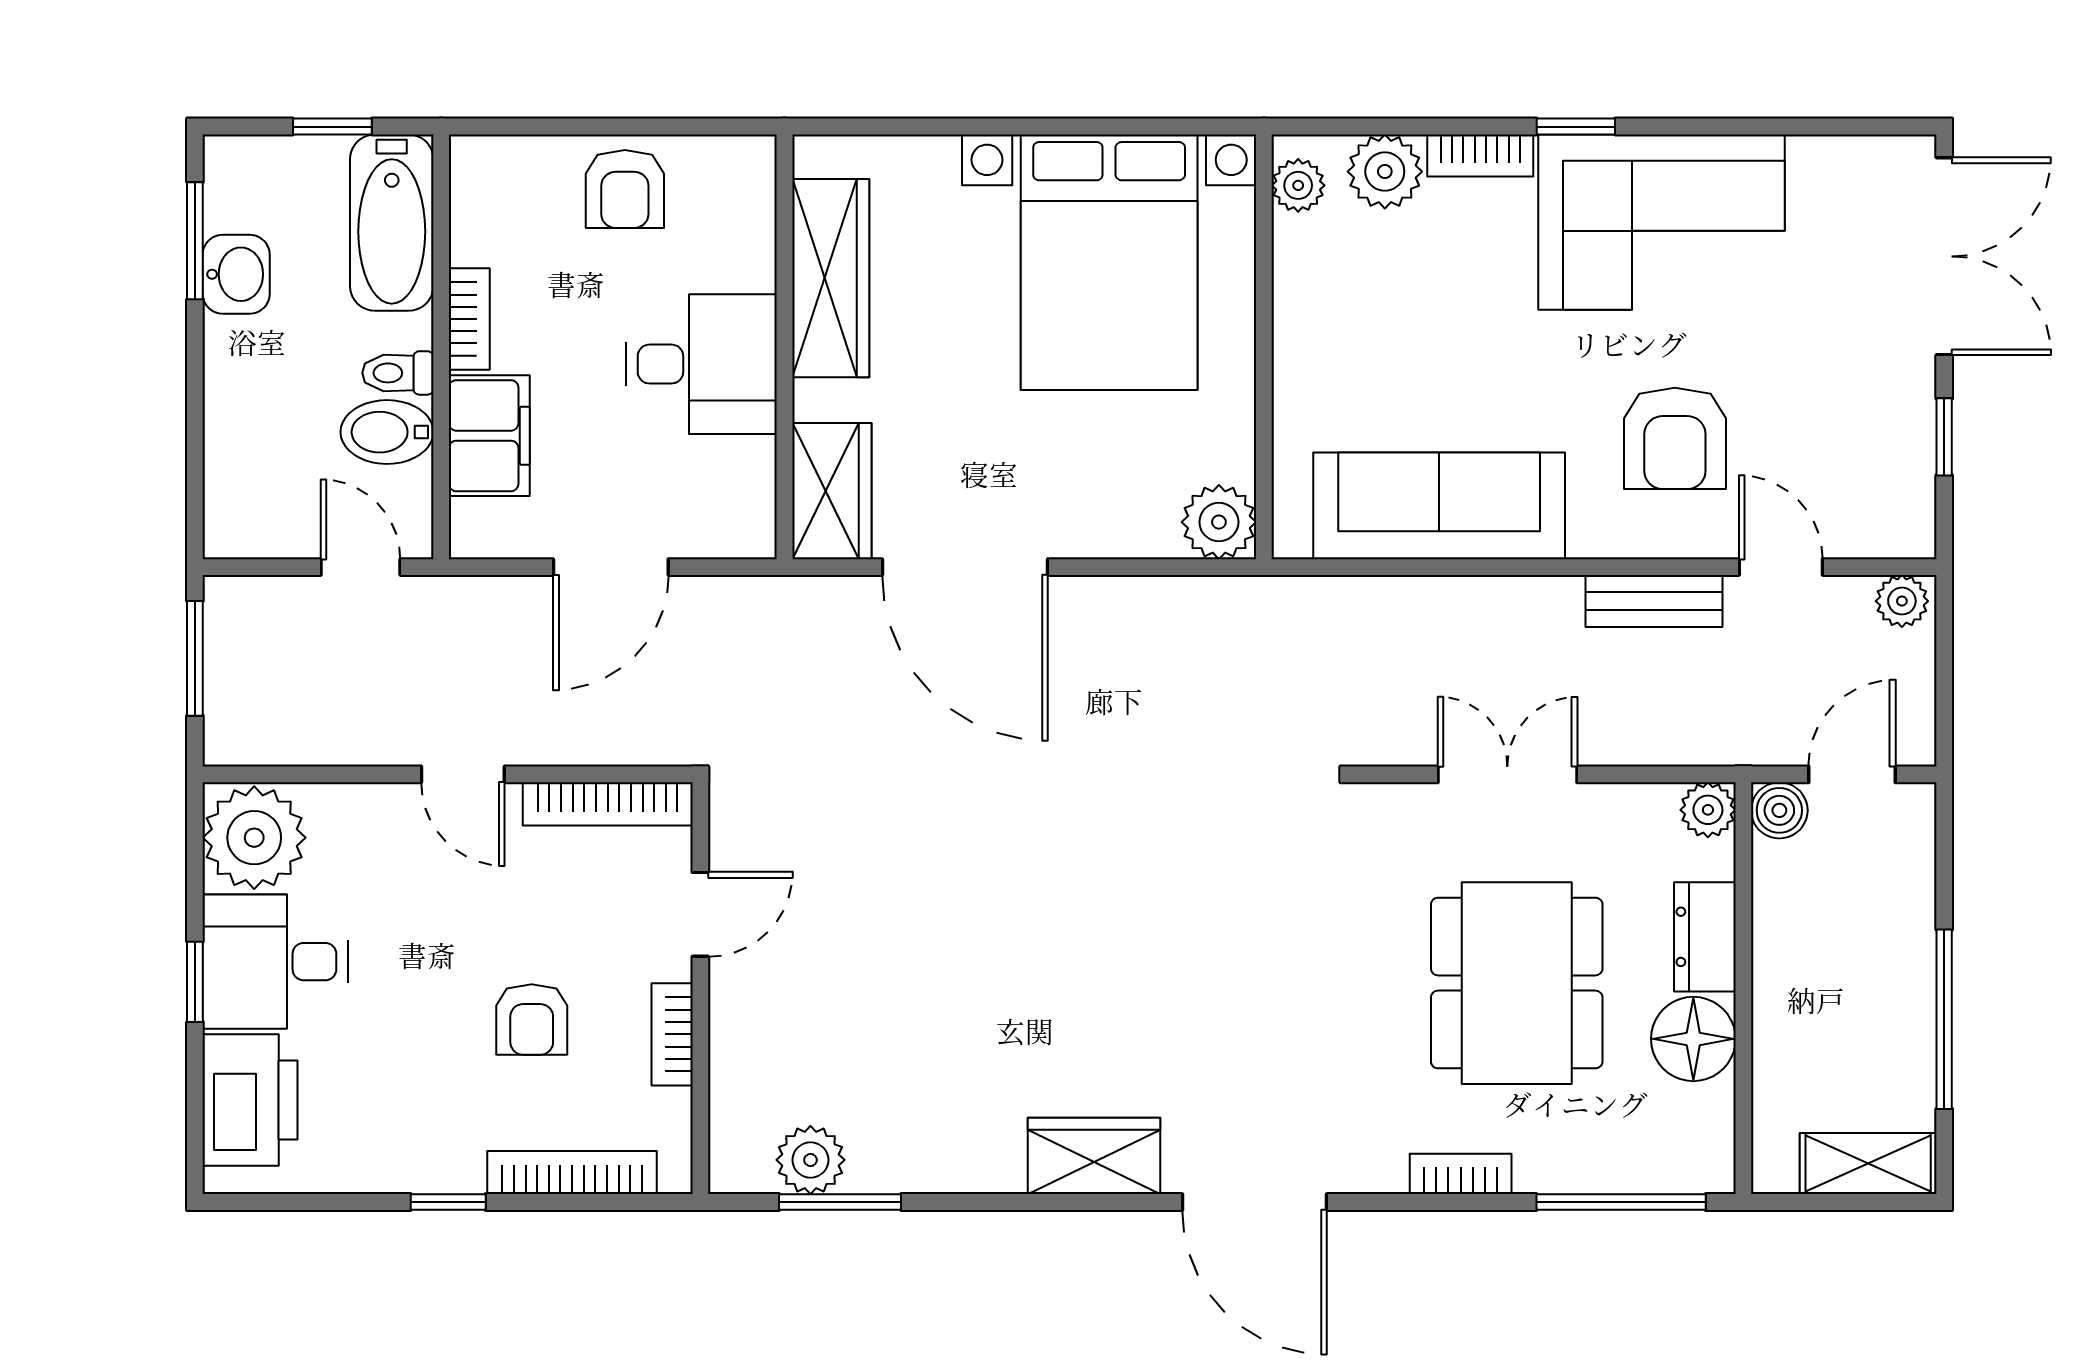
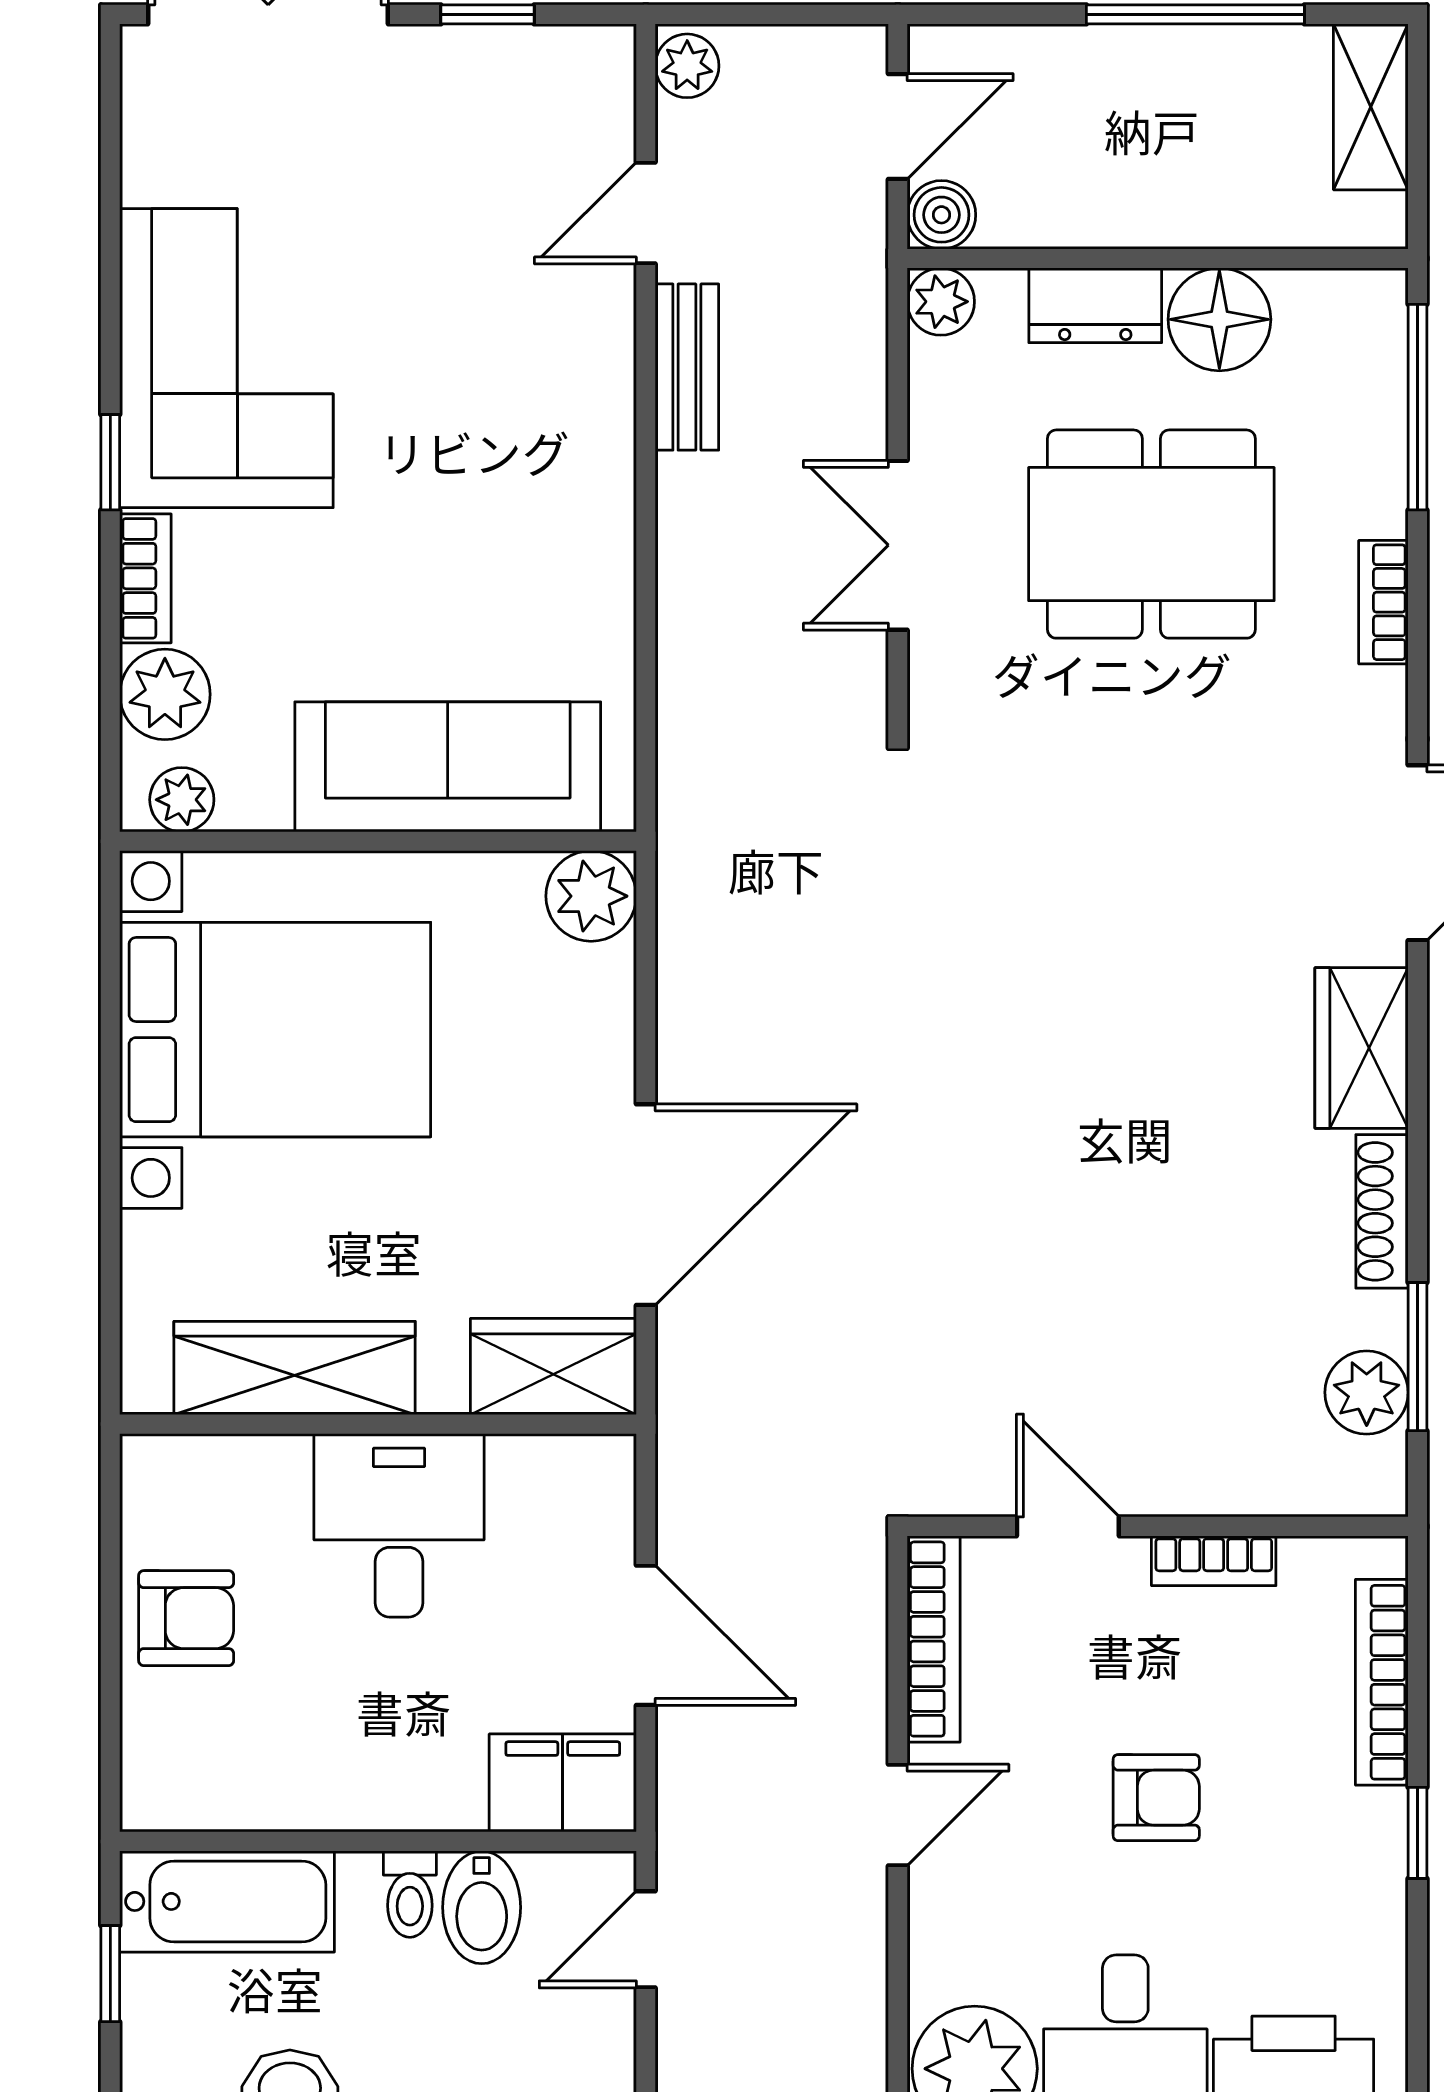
bookcase: (469, 319) -> (344, 1807), removed
filing cabinet: (489, 436) -> (563, 1783), moved
armchair: (1675, 438) -> (489, 342), removed
sofa: (1439, 506) -> (448, 767), moved, turned 90
door: (1852, 774) -> (898, 126), swing flipped
armchair: (532, 1019) -> (1156, 1798), moved
shoe rack: (959, 1173) -> (1382, 1211), added

